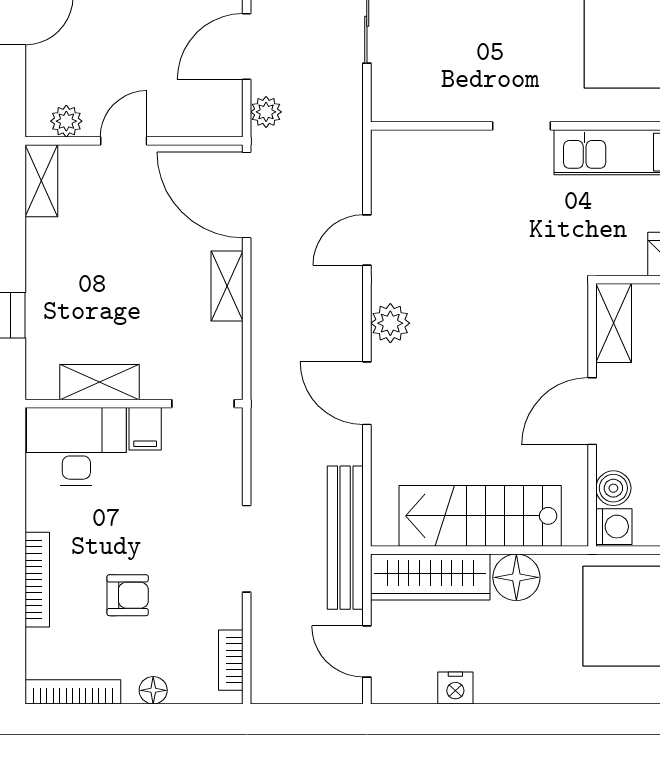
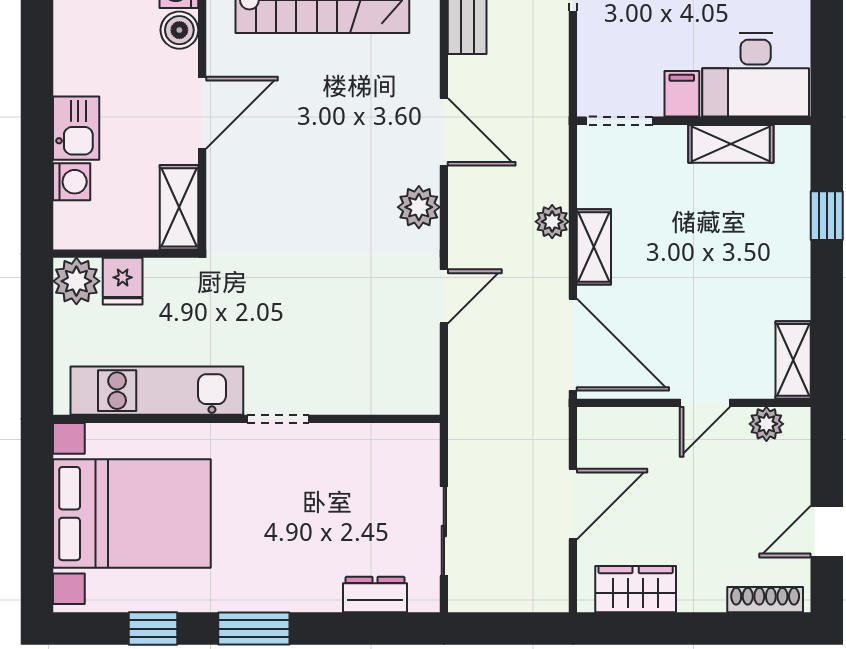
plant: (266, 112) -> (552, 222), moved

